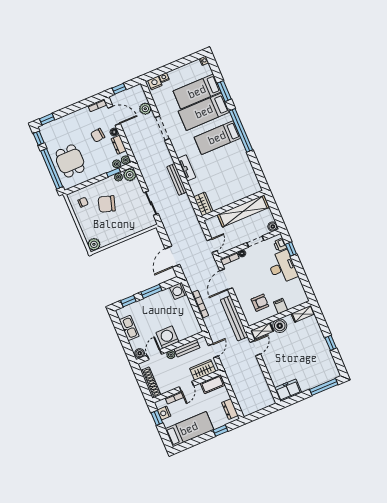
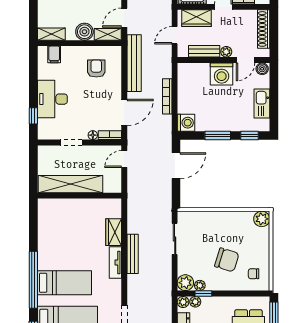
wardrobe: (203, 204) -> (114, 232), moved
boiler: (273, 227) -> (44, 151), removed
printer: (280, 245) -> (44, 126), removed
armchair: (260, 303) -> (96, 69), turned 90
filing cabinet: (281, 306) -> (54, 54), moved

